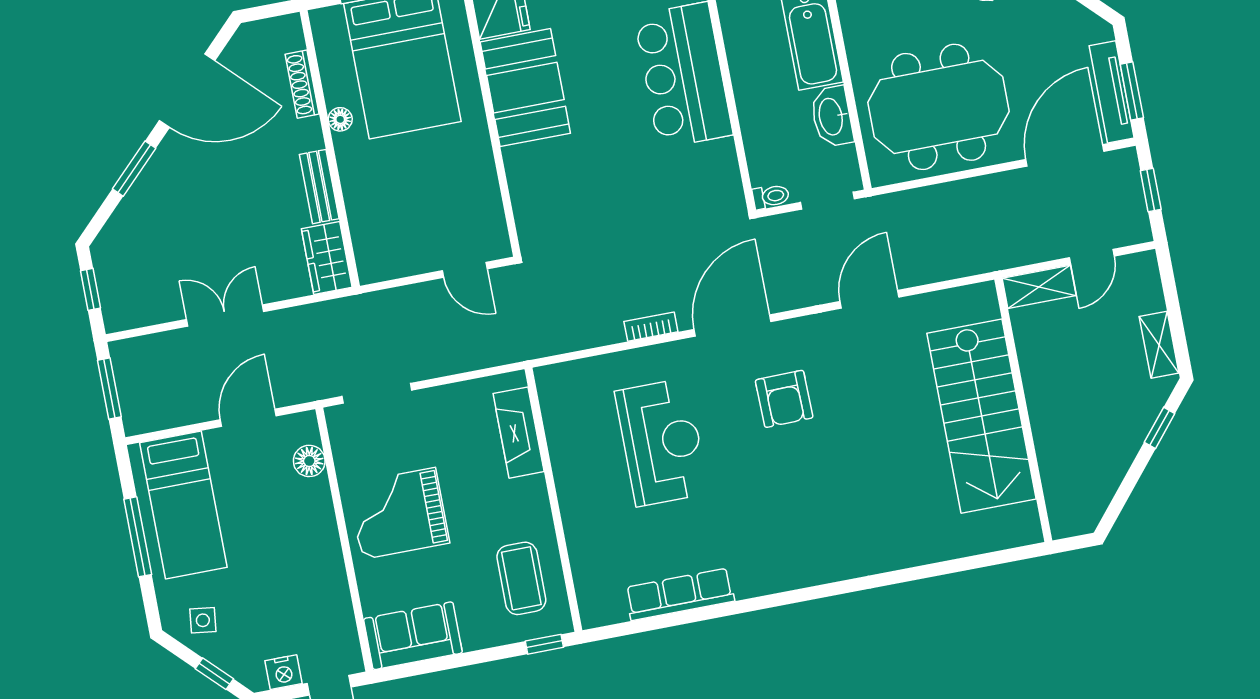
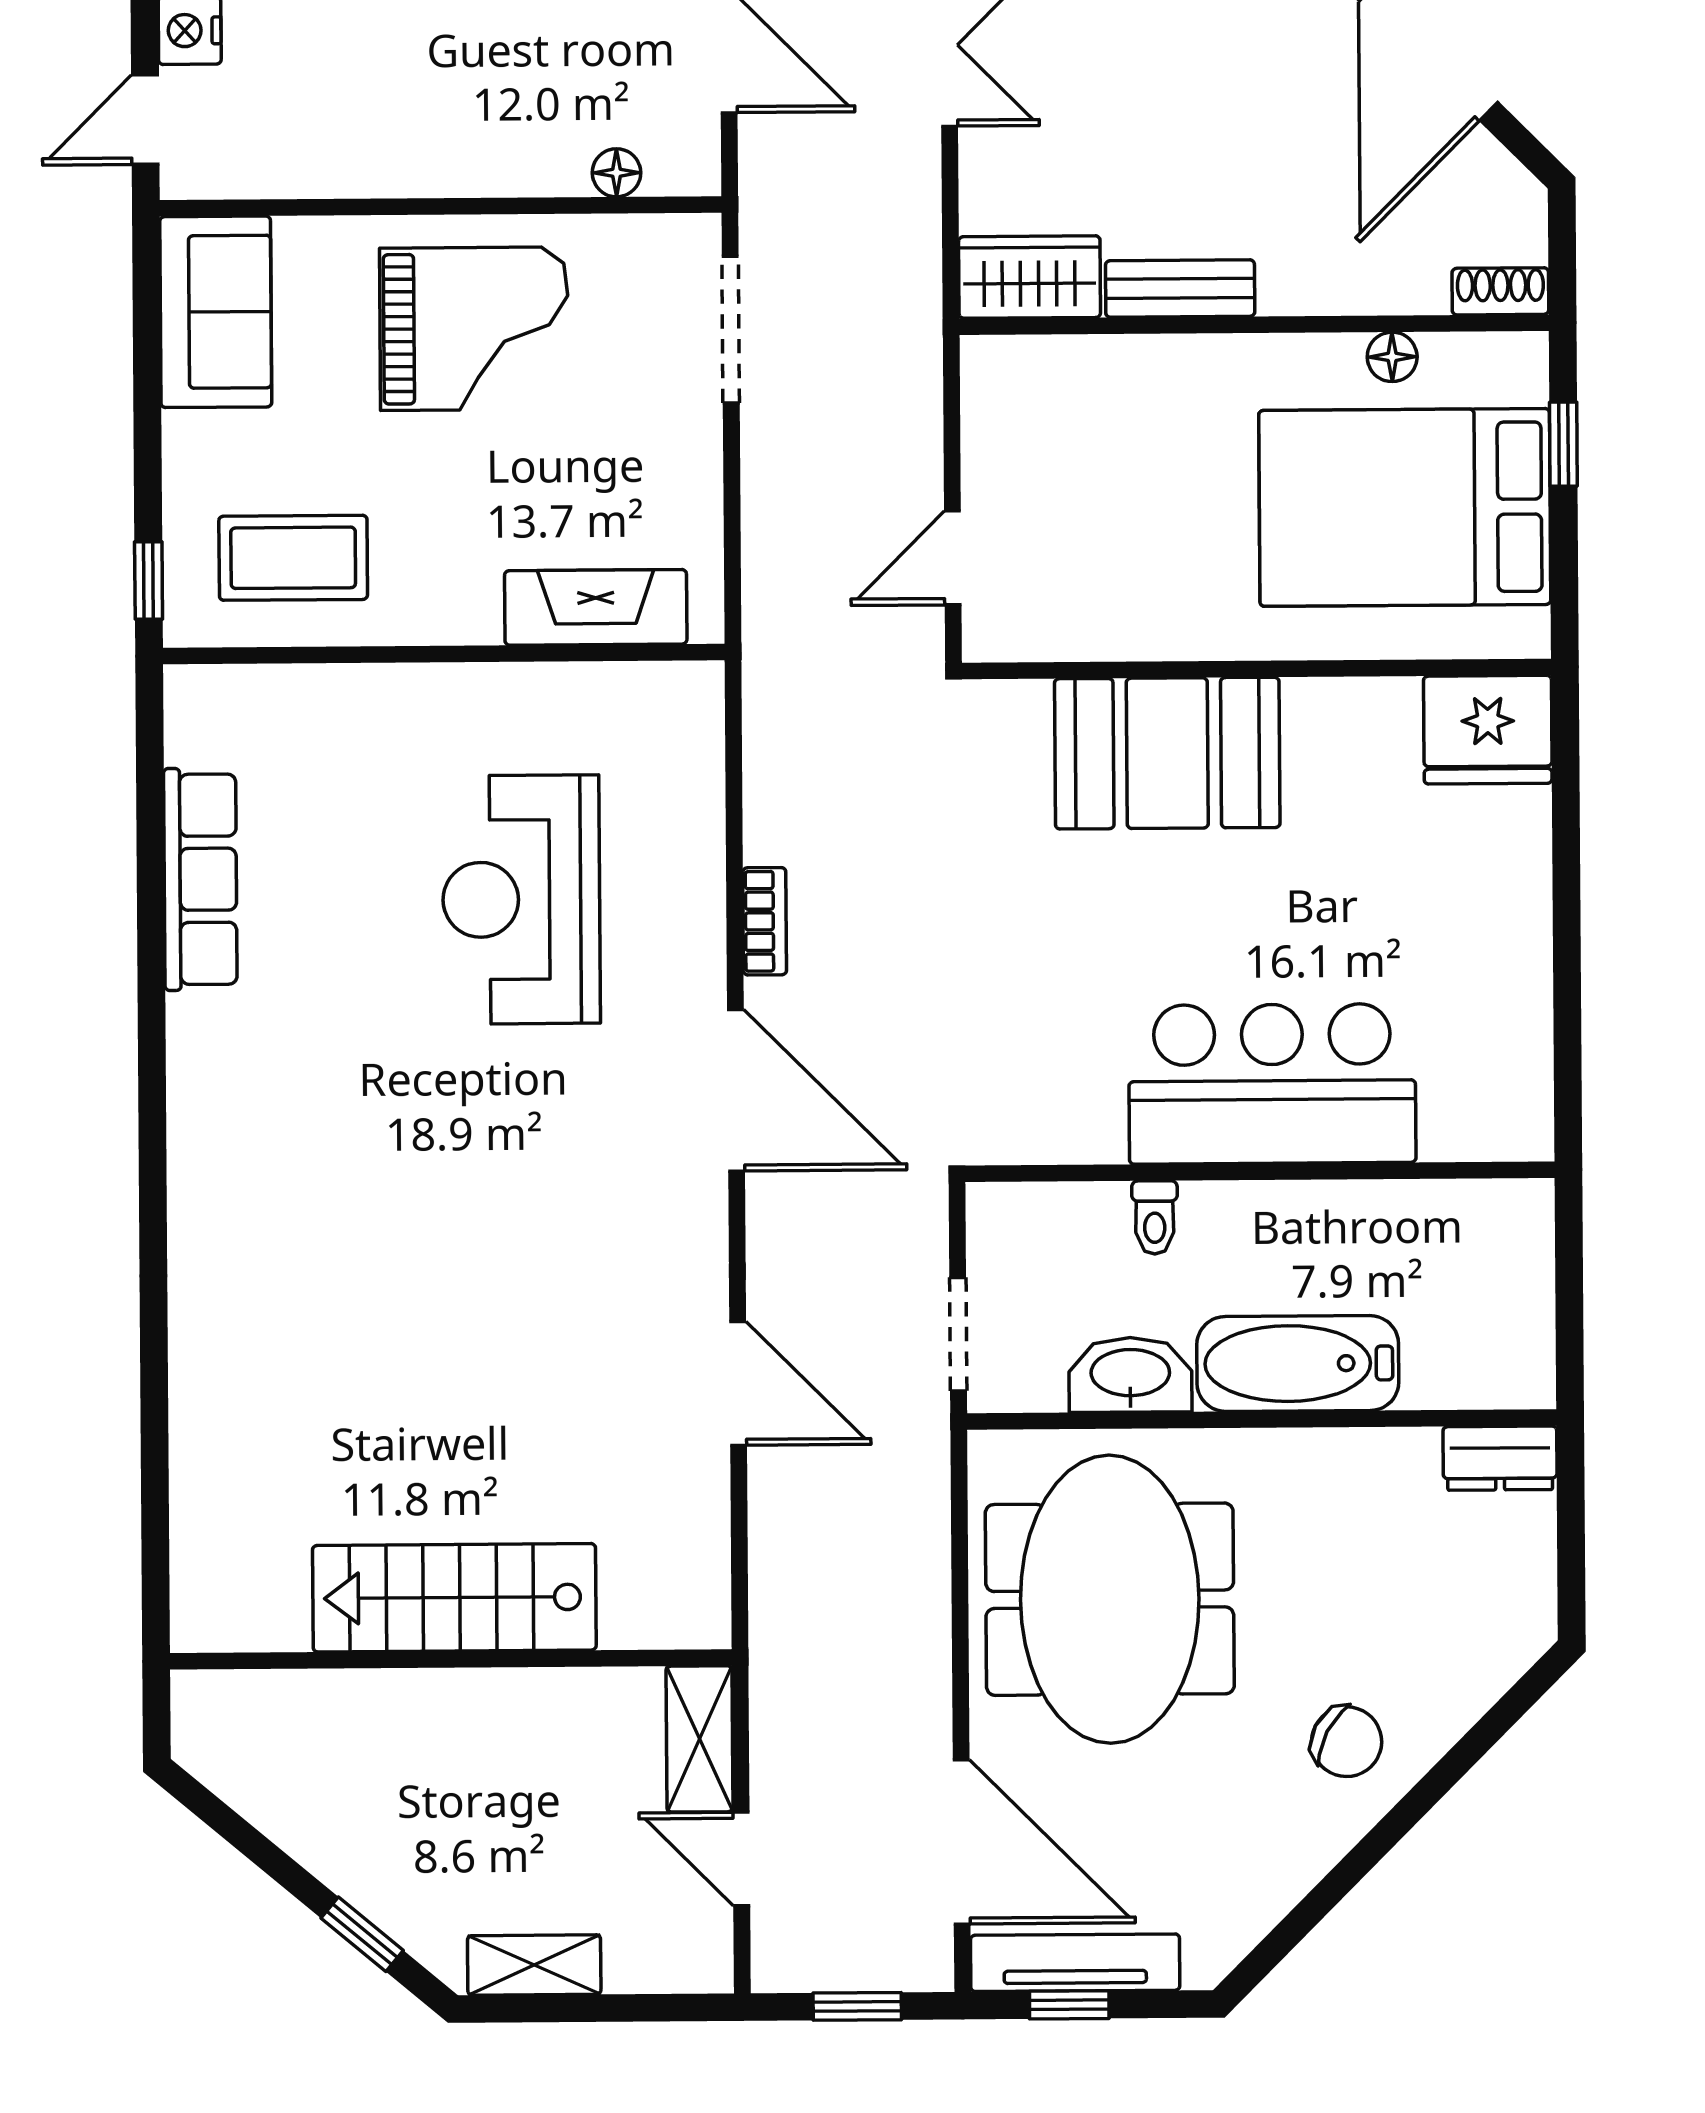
shoe rack: (302, 84) -> (1500, 291), moved, width x0.70
booth: (525, 88) -> (1167, 753), moved
window: (1132, 91) -> (1069, 2005), width x0.67
floor lamp: (340, 119) -> (1392, 357), moved
toilet: (771, 196) -> (1155, 1217), moved
armchair: (784, 399) -> (565, 1169), removed
stairs: (982, 416) -> (454, 1598), width x0.73, depth x0.66
reception desk: (662, 442) -> (521, 899), turned 90
floor lamp: (309, 461) -> (617, 173), width x0.73, depth x0.73
grand piano: (399, 513) -> (474, 329), turned 90

